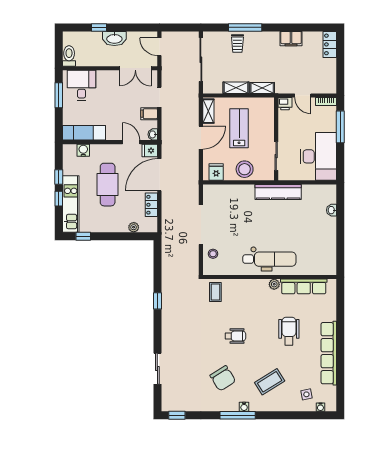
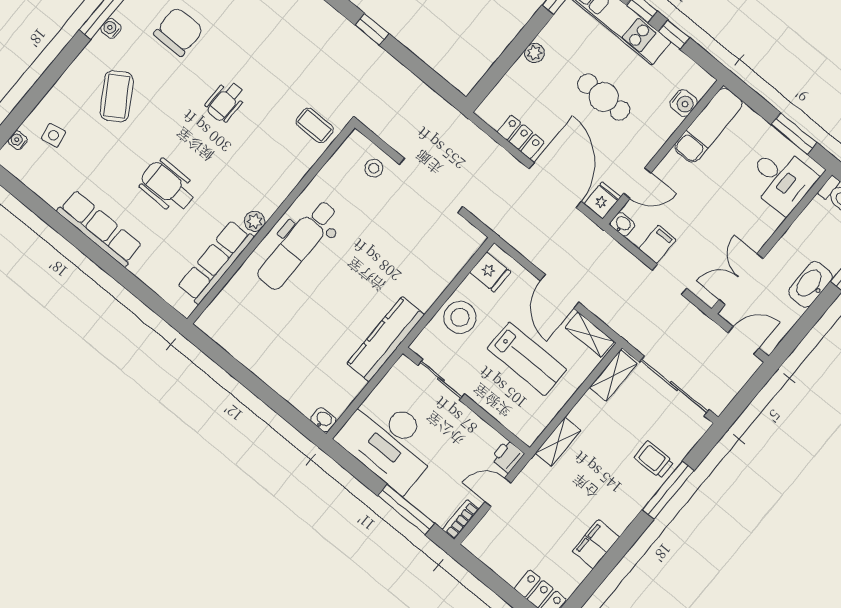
shelving: (236, 88) -> (613, 376), moved
cafe table: (108, 185) -> (604, 97), width x0.73, depth x0.74
washbasin: (332, 210) -> (323, 420), moved
plant: (134, 227) -> (534, 53), moved
wheelchair: (289, 331) -> (168, 186), turned 180
row of seats: (329, 353) -> (100, 228), width x0.73
chair: (223, 378) -> (179, 32), turned 122

